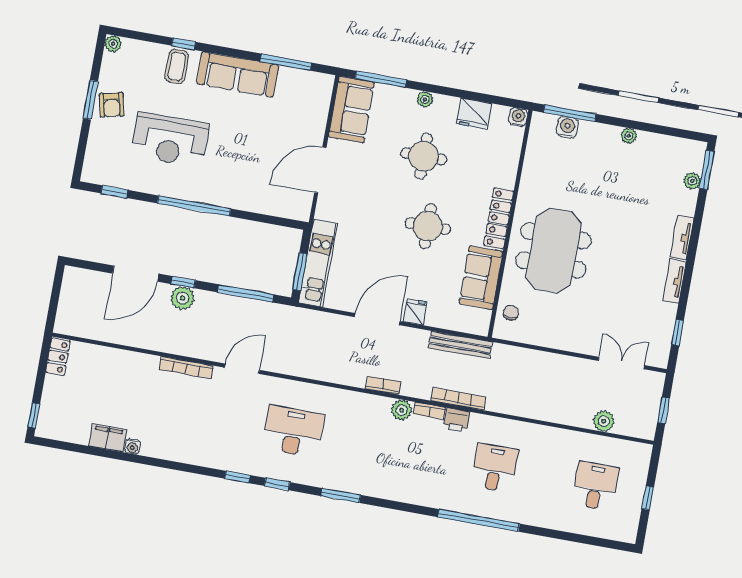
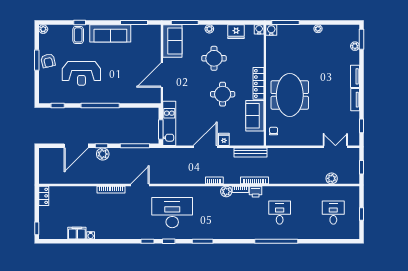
water cooler: (567, 127) -> (271, 30), moved
desk: (293, 431) -> (172, 213), width x1.36, depth x1.30

